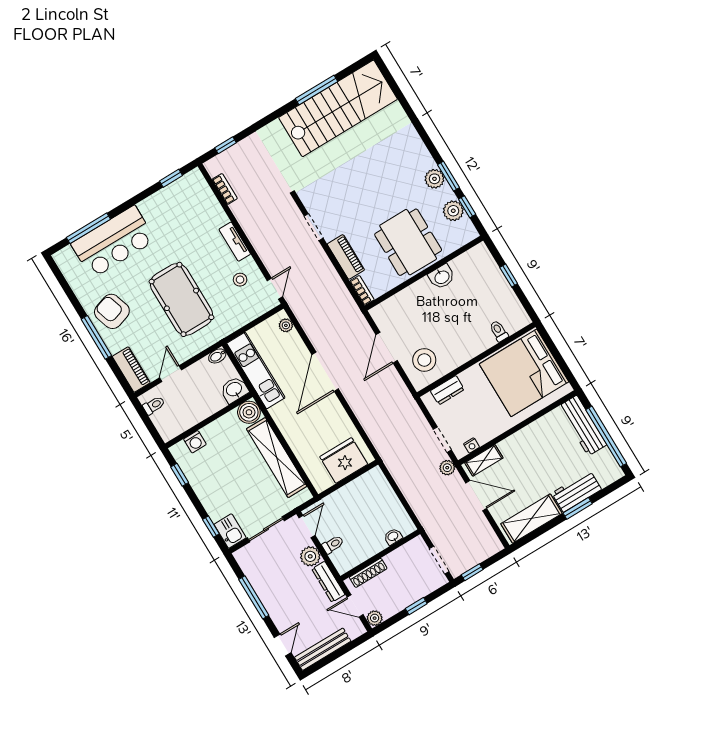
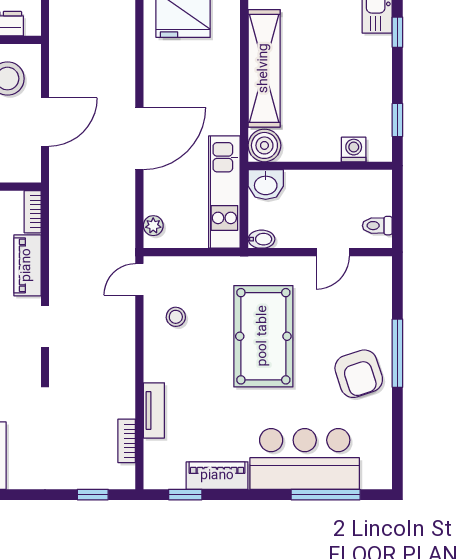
tv unit: (235, 242) -> (154, 410), moved
piano: (131, 370) -> (217, 476), moved, turned 90

